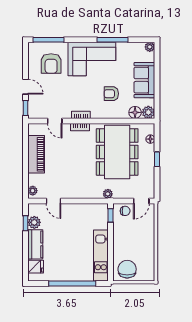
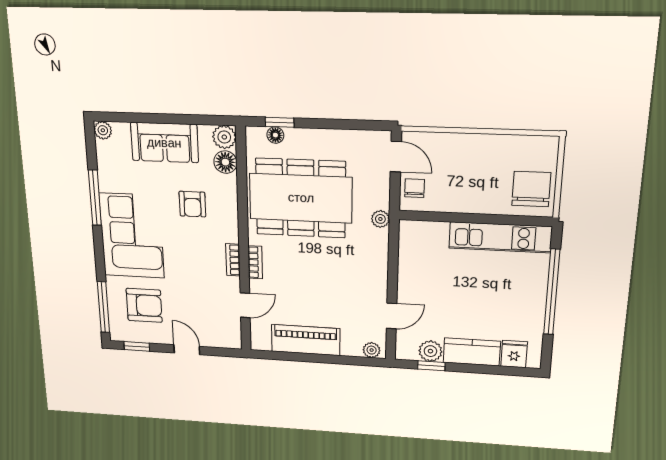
door: (26, 87) -> (187, 350), hinge flipped
window: (26, 108) -> (137, 346), moved
window: (157, 159) -> (280, 122), moved
window: (110, 215) -> (422, 216), removed
chair: (127, 269) -> (531, 189), turned 90

